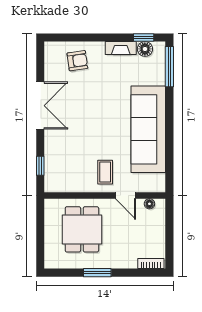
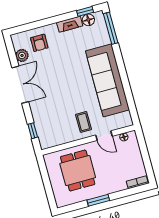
armchair: (77, 61) -> (39, 43), turned 98
plant: (52, 70) -> (22, 55), added

